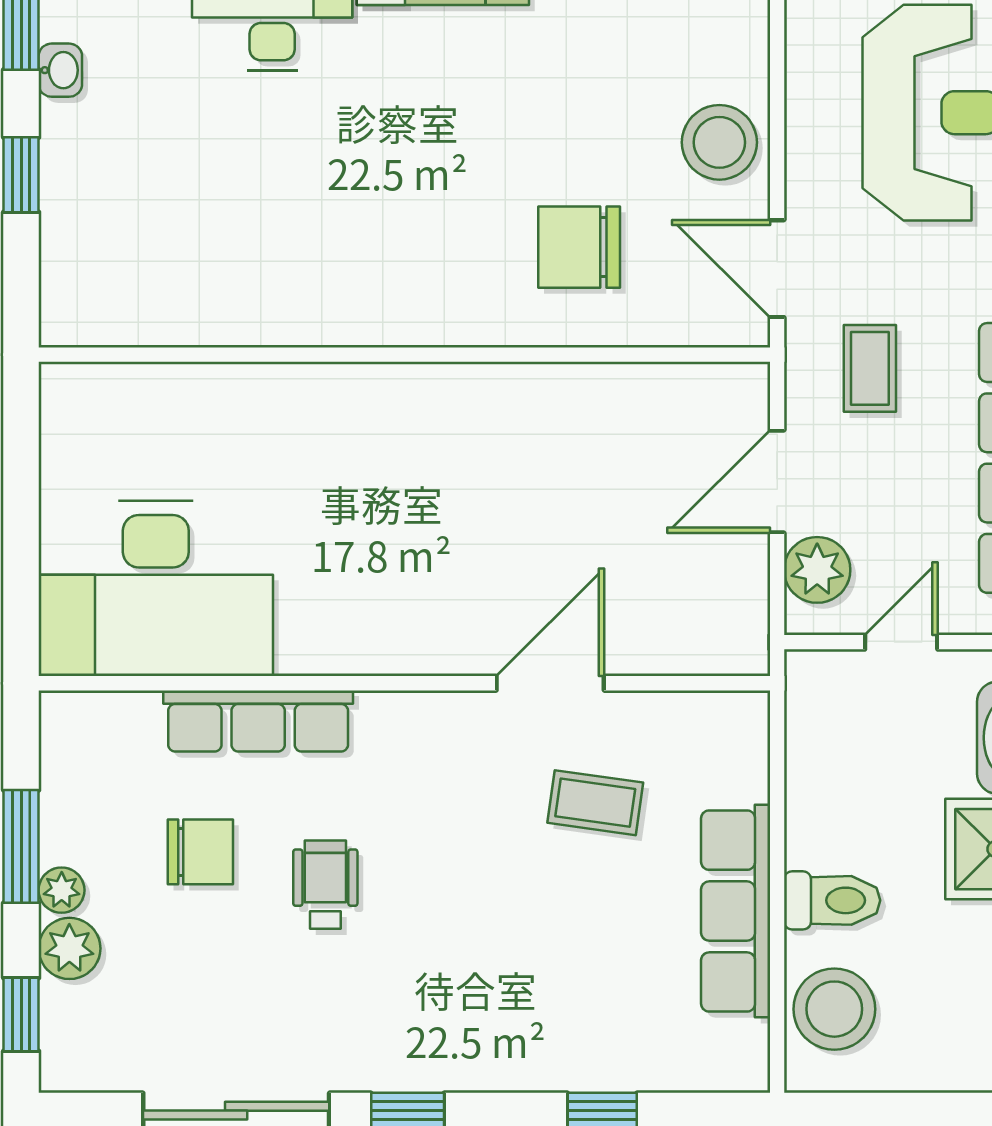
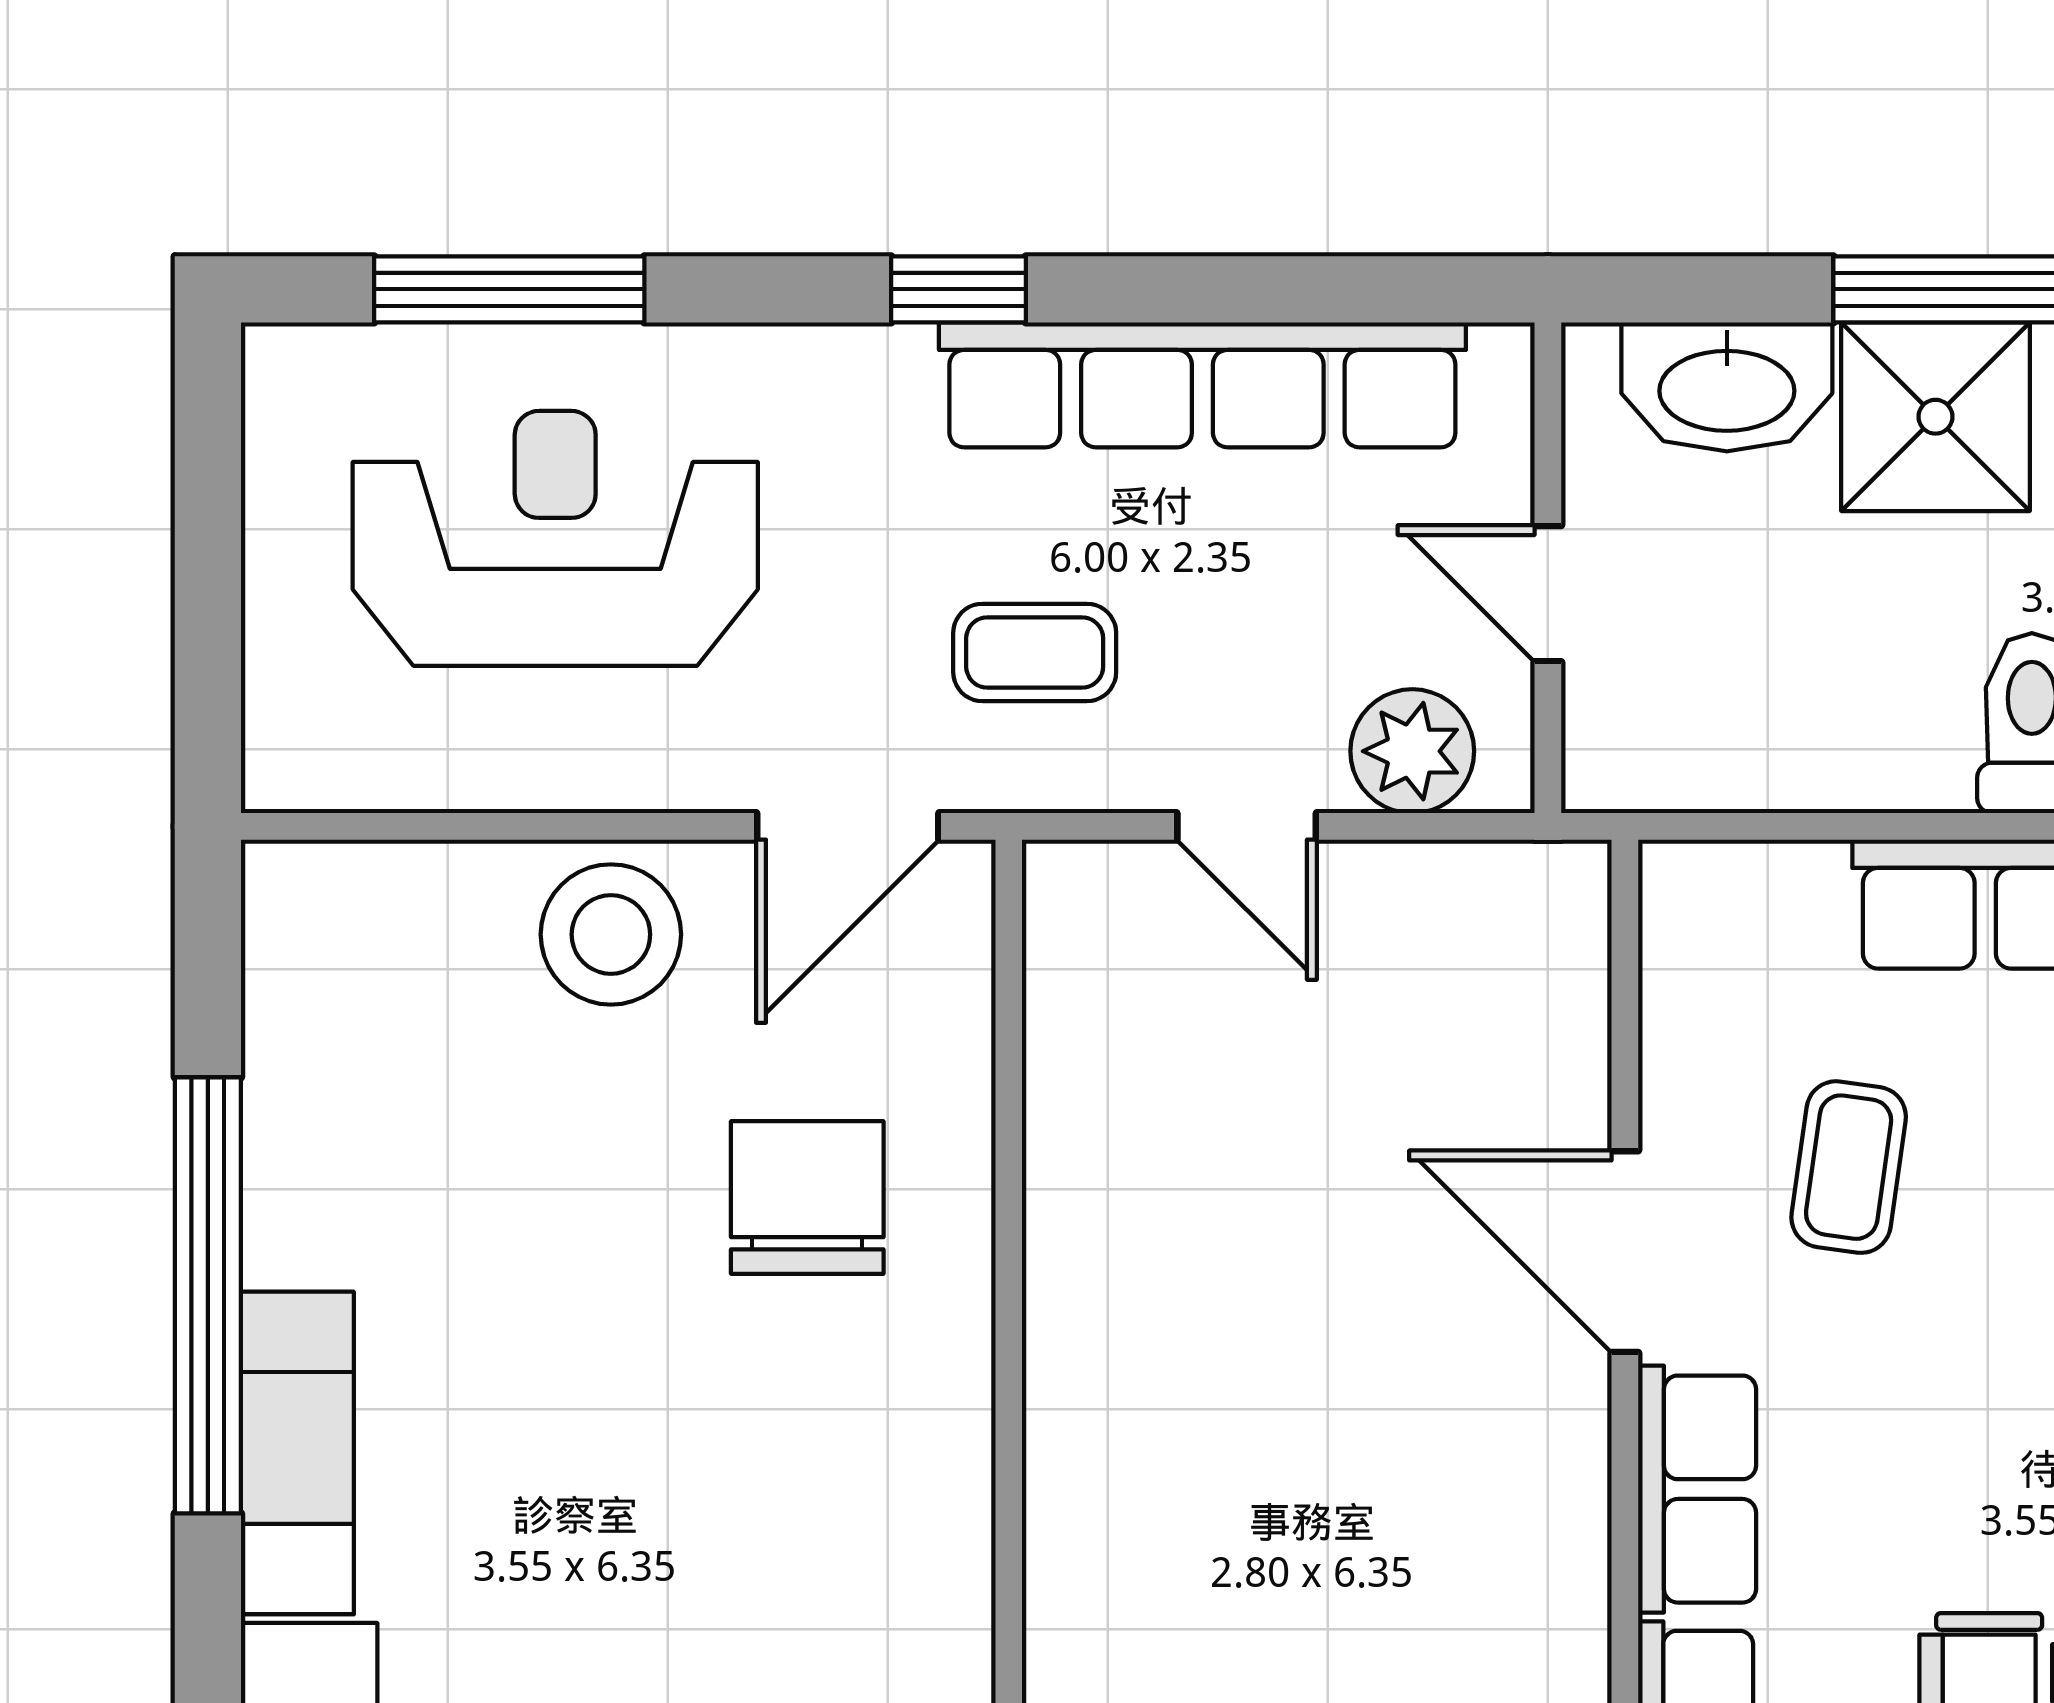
chair: (579, 247) -> (807, 1197), turned 180
door: (777, 482) -> (1247, 826), width x0.73
row of seats: (423, 722) -> (1697, 1489), added

